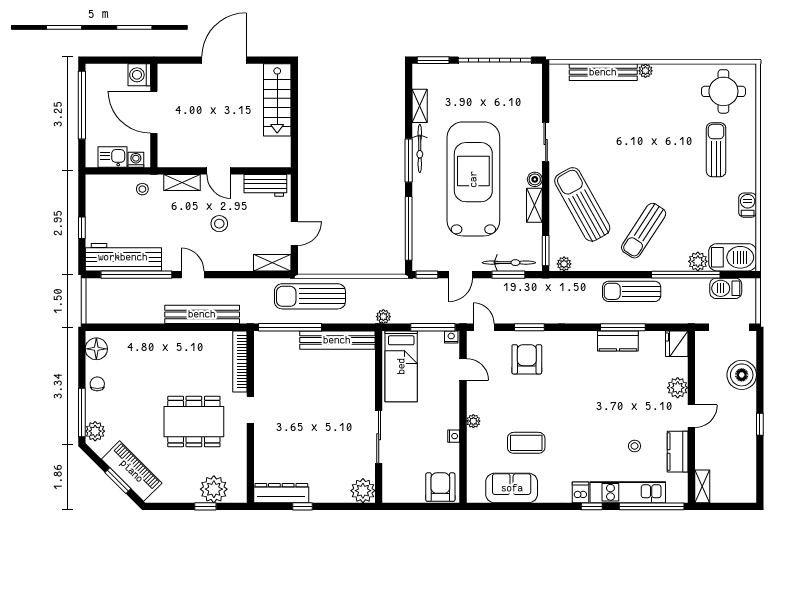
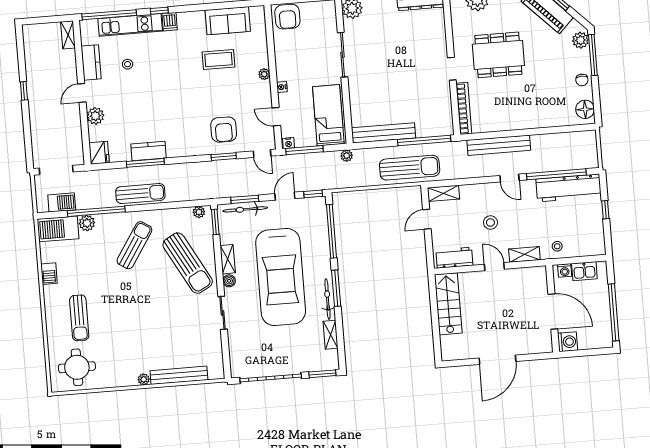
stairs: (277, 100) -> (448, 304), moved
boiler: (742, 375) -> (43, 131), removed
nightstand: (454, 436) -> (282, 87), moved

